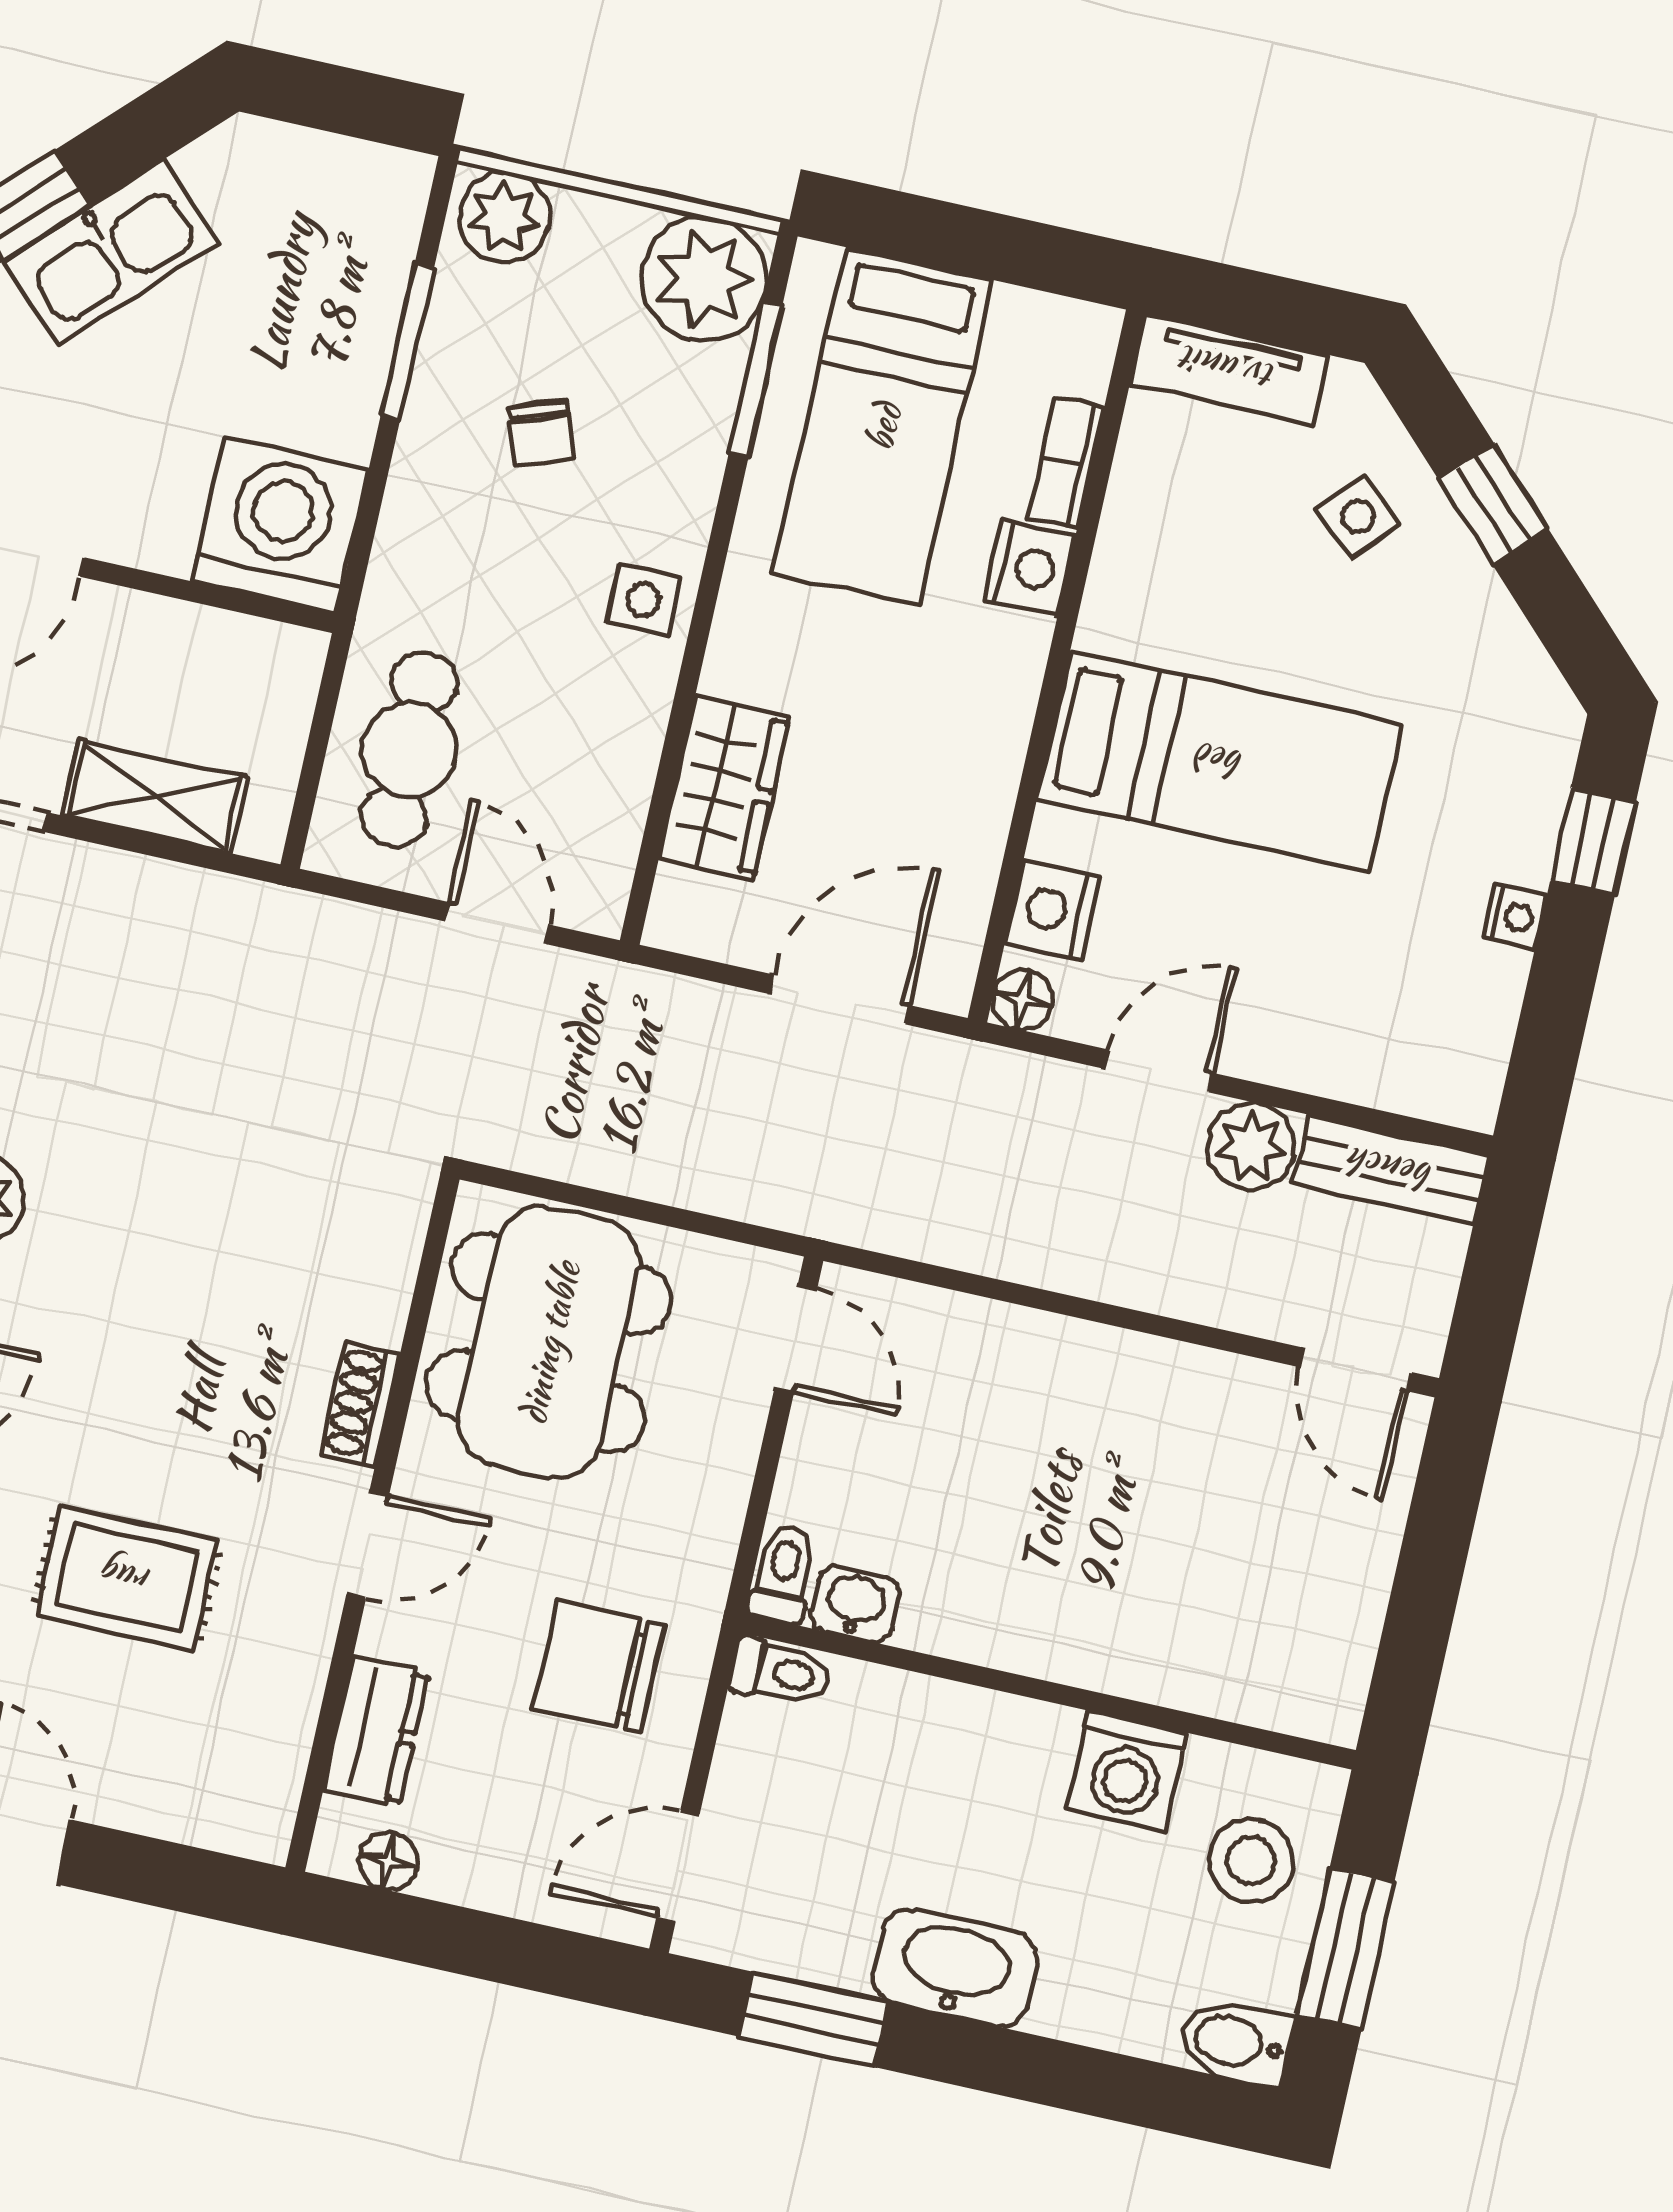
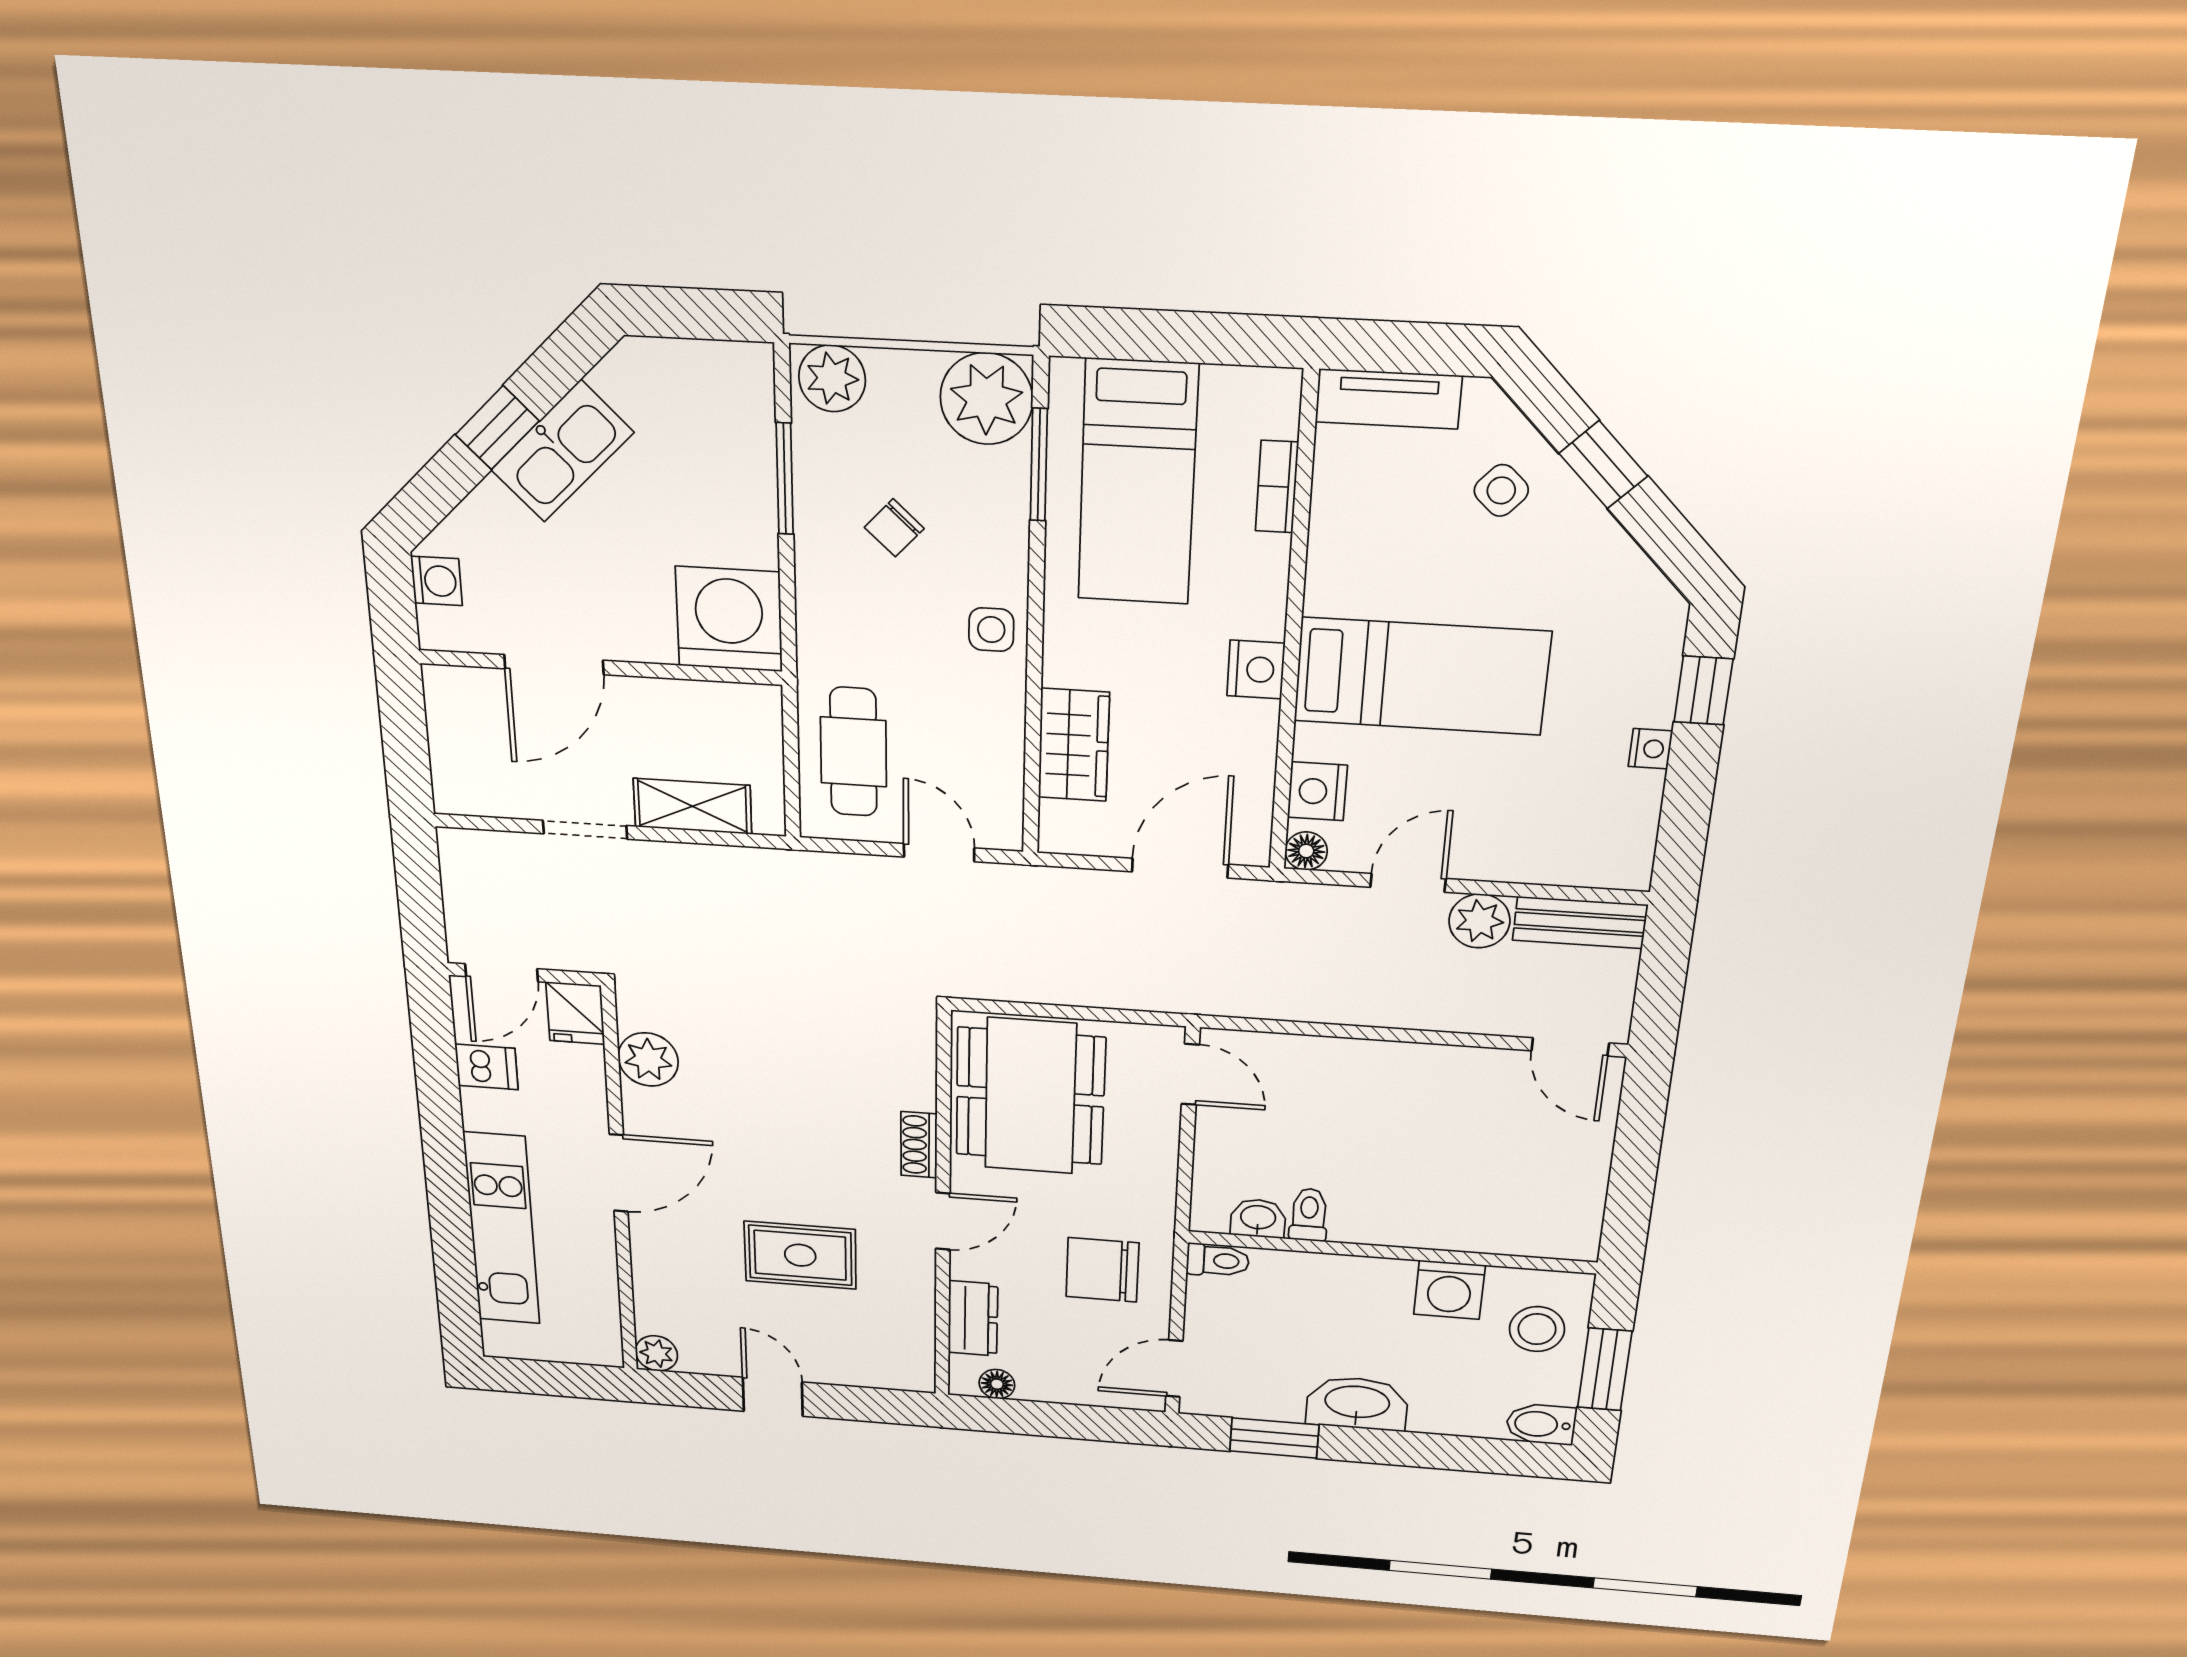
chair: (541, 434) -> (894, 528), turned 63
nightstand: (1030, 568) -> (1256, 669), moved
toilet: (783, 1574) -> (1309, 1215), moved

